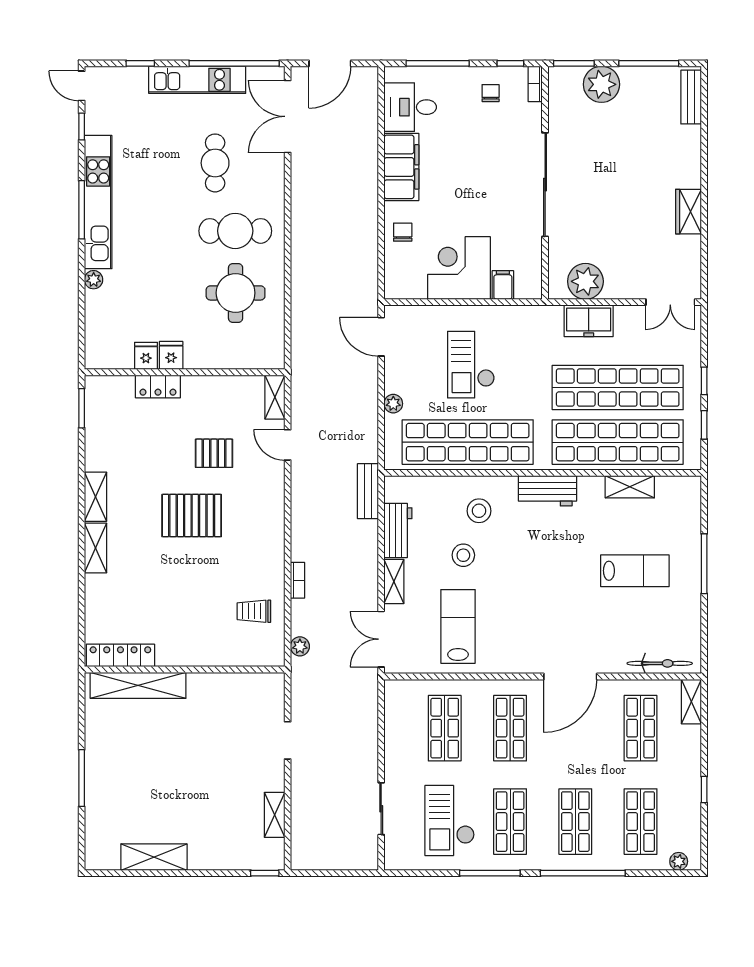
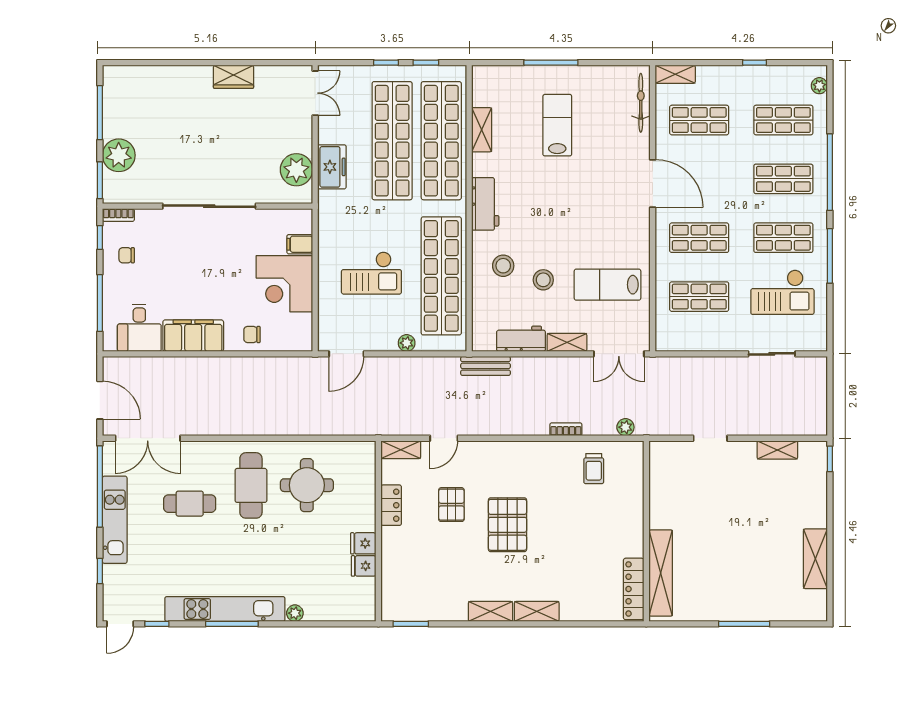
bench: (691, 97) -> (130, 74), removed
locker: (158, 386) -> (391, 505), moved

